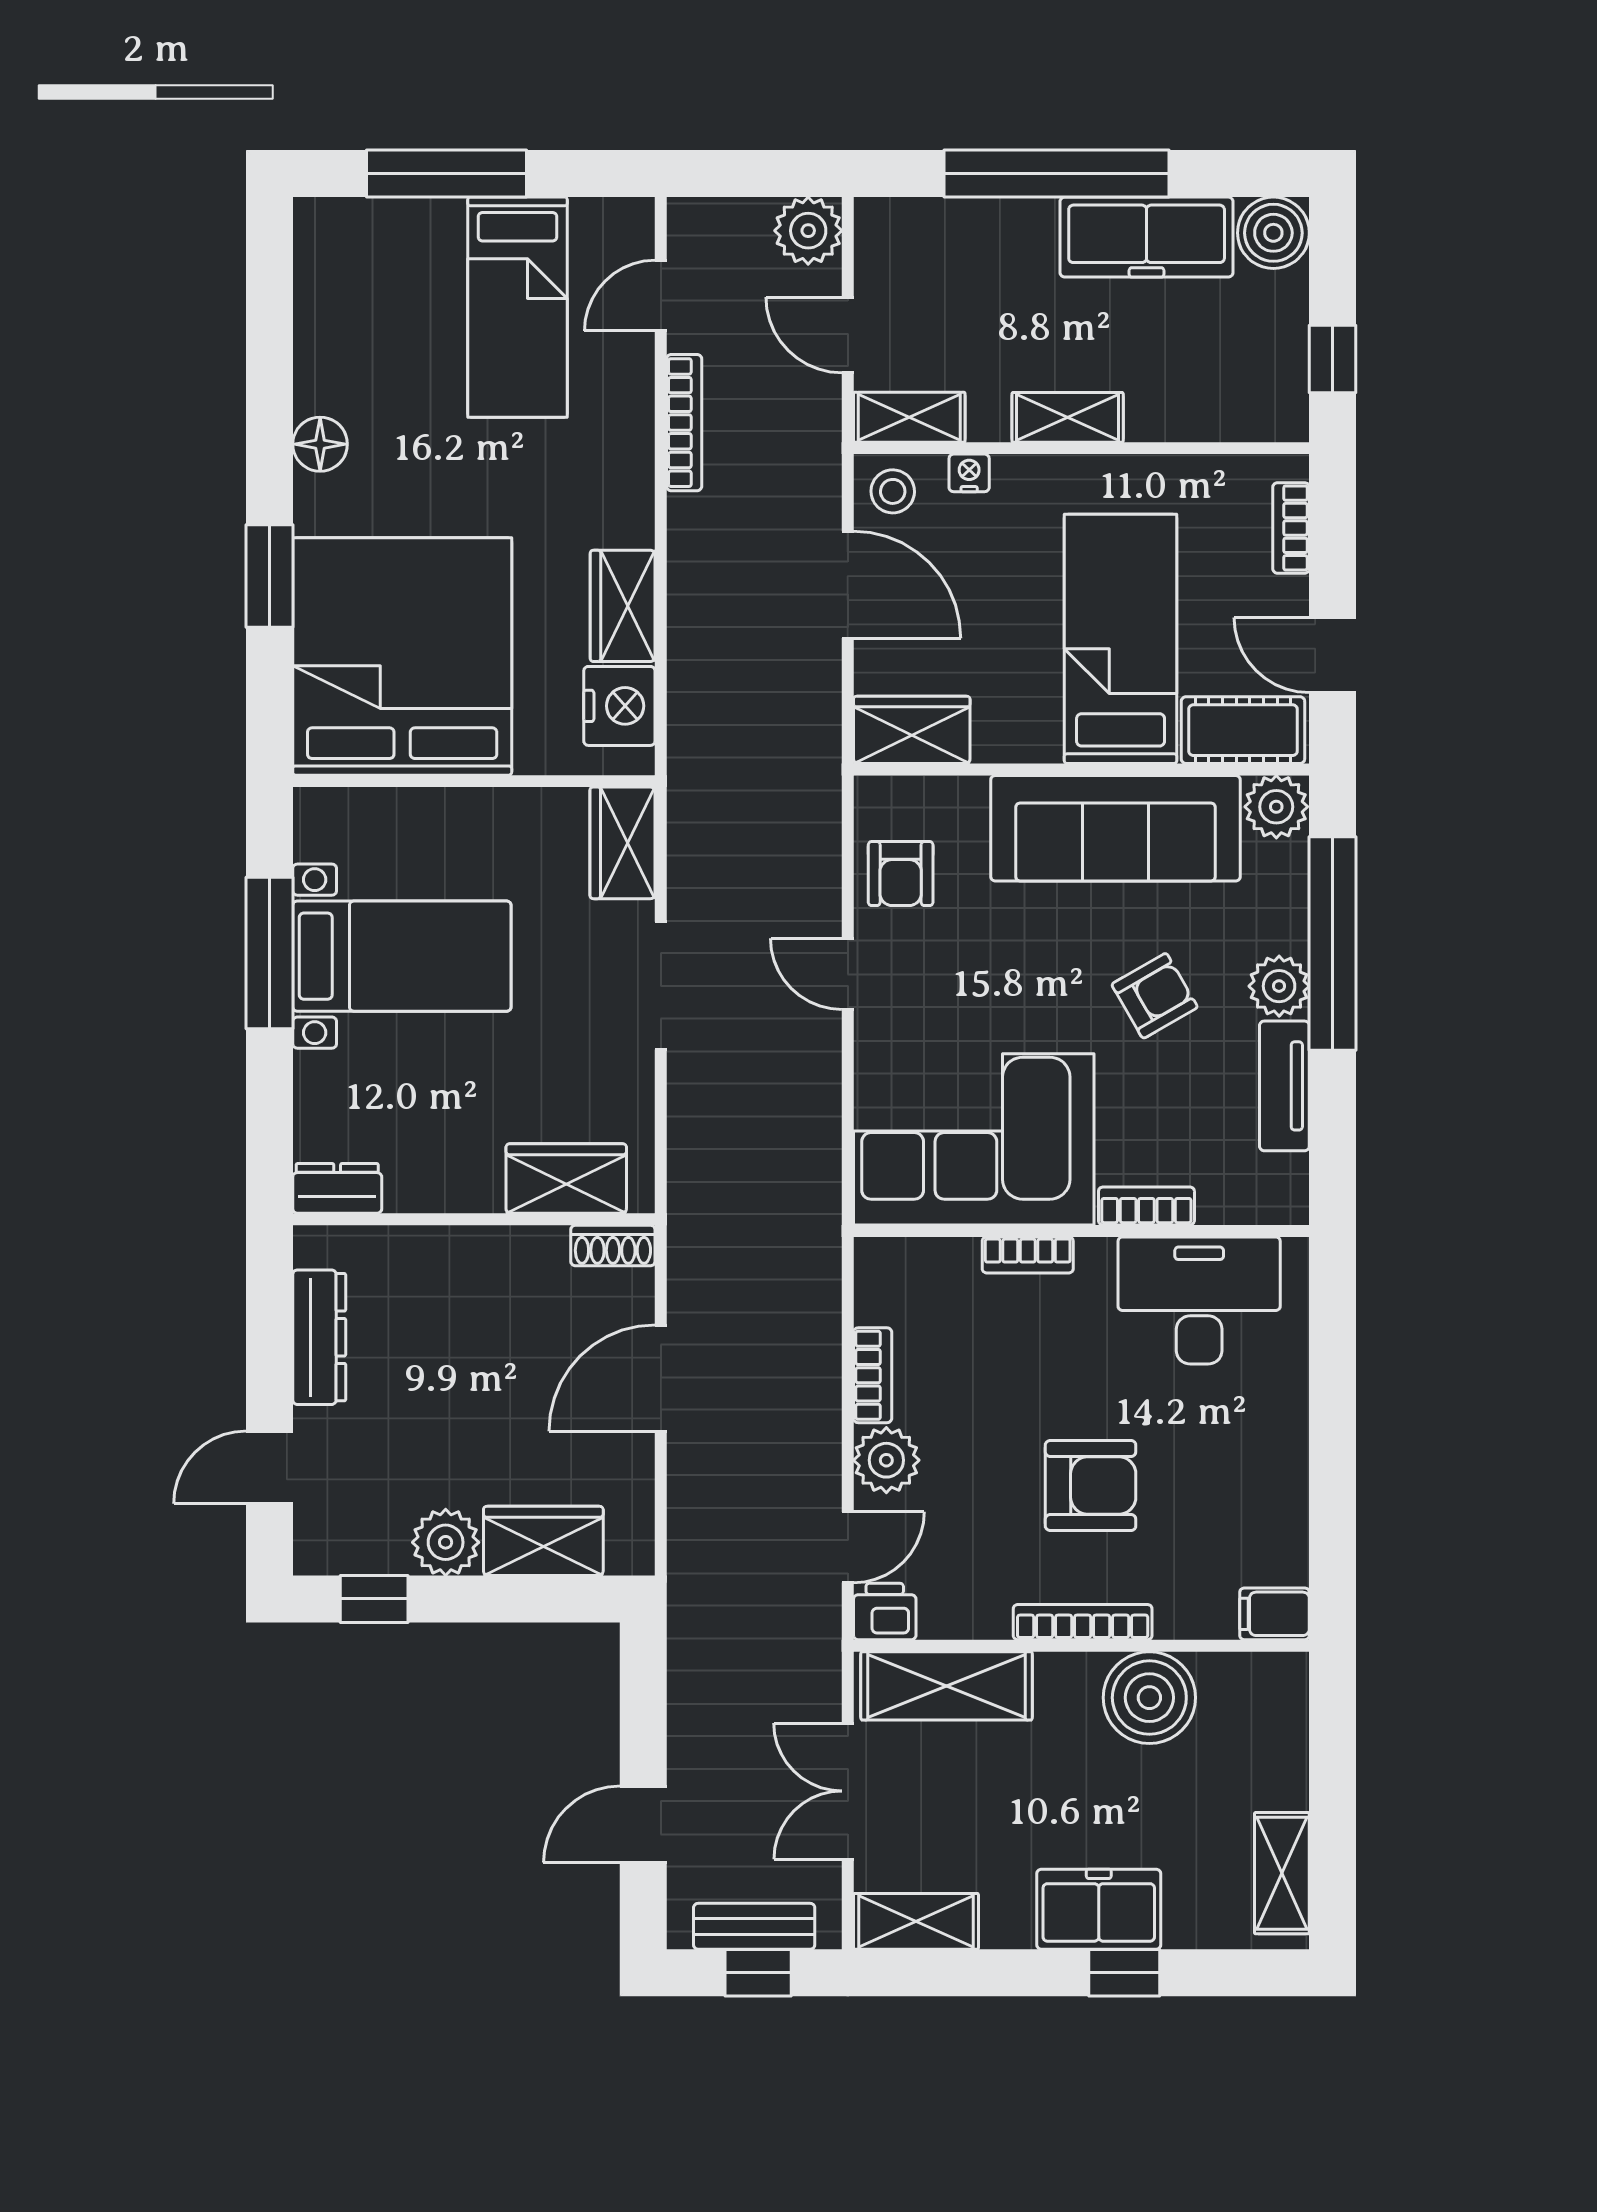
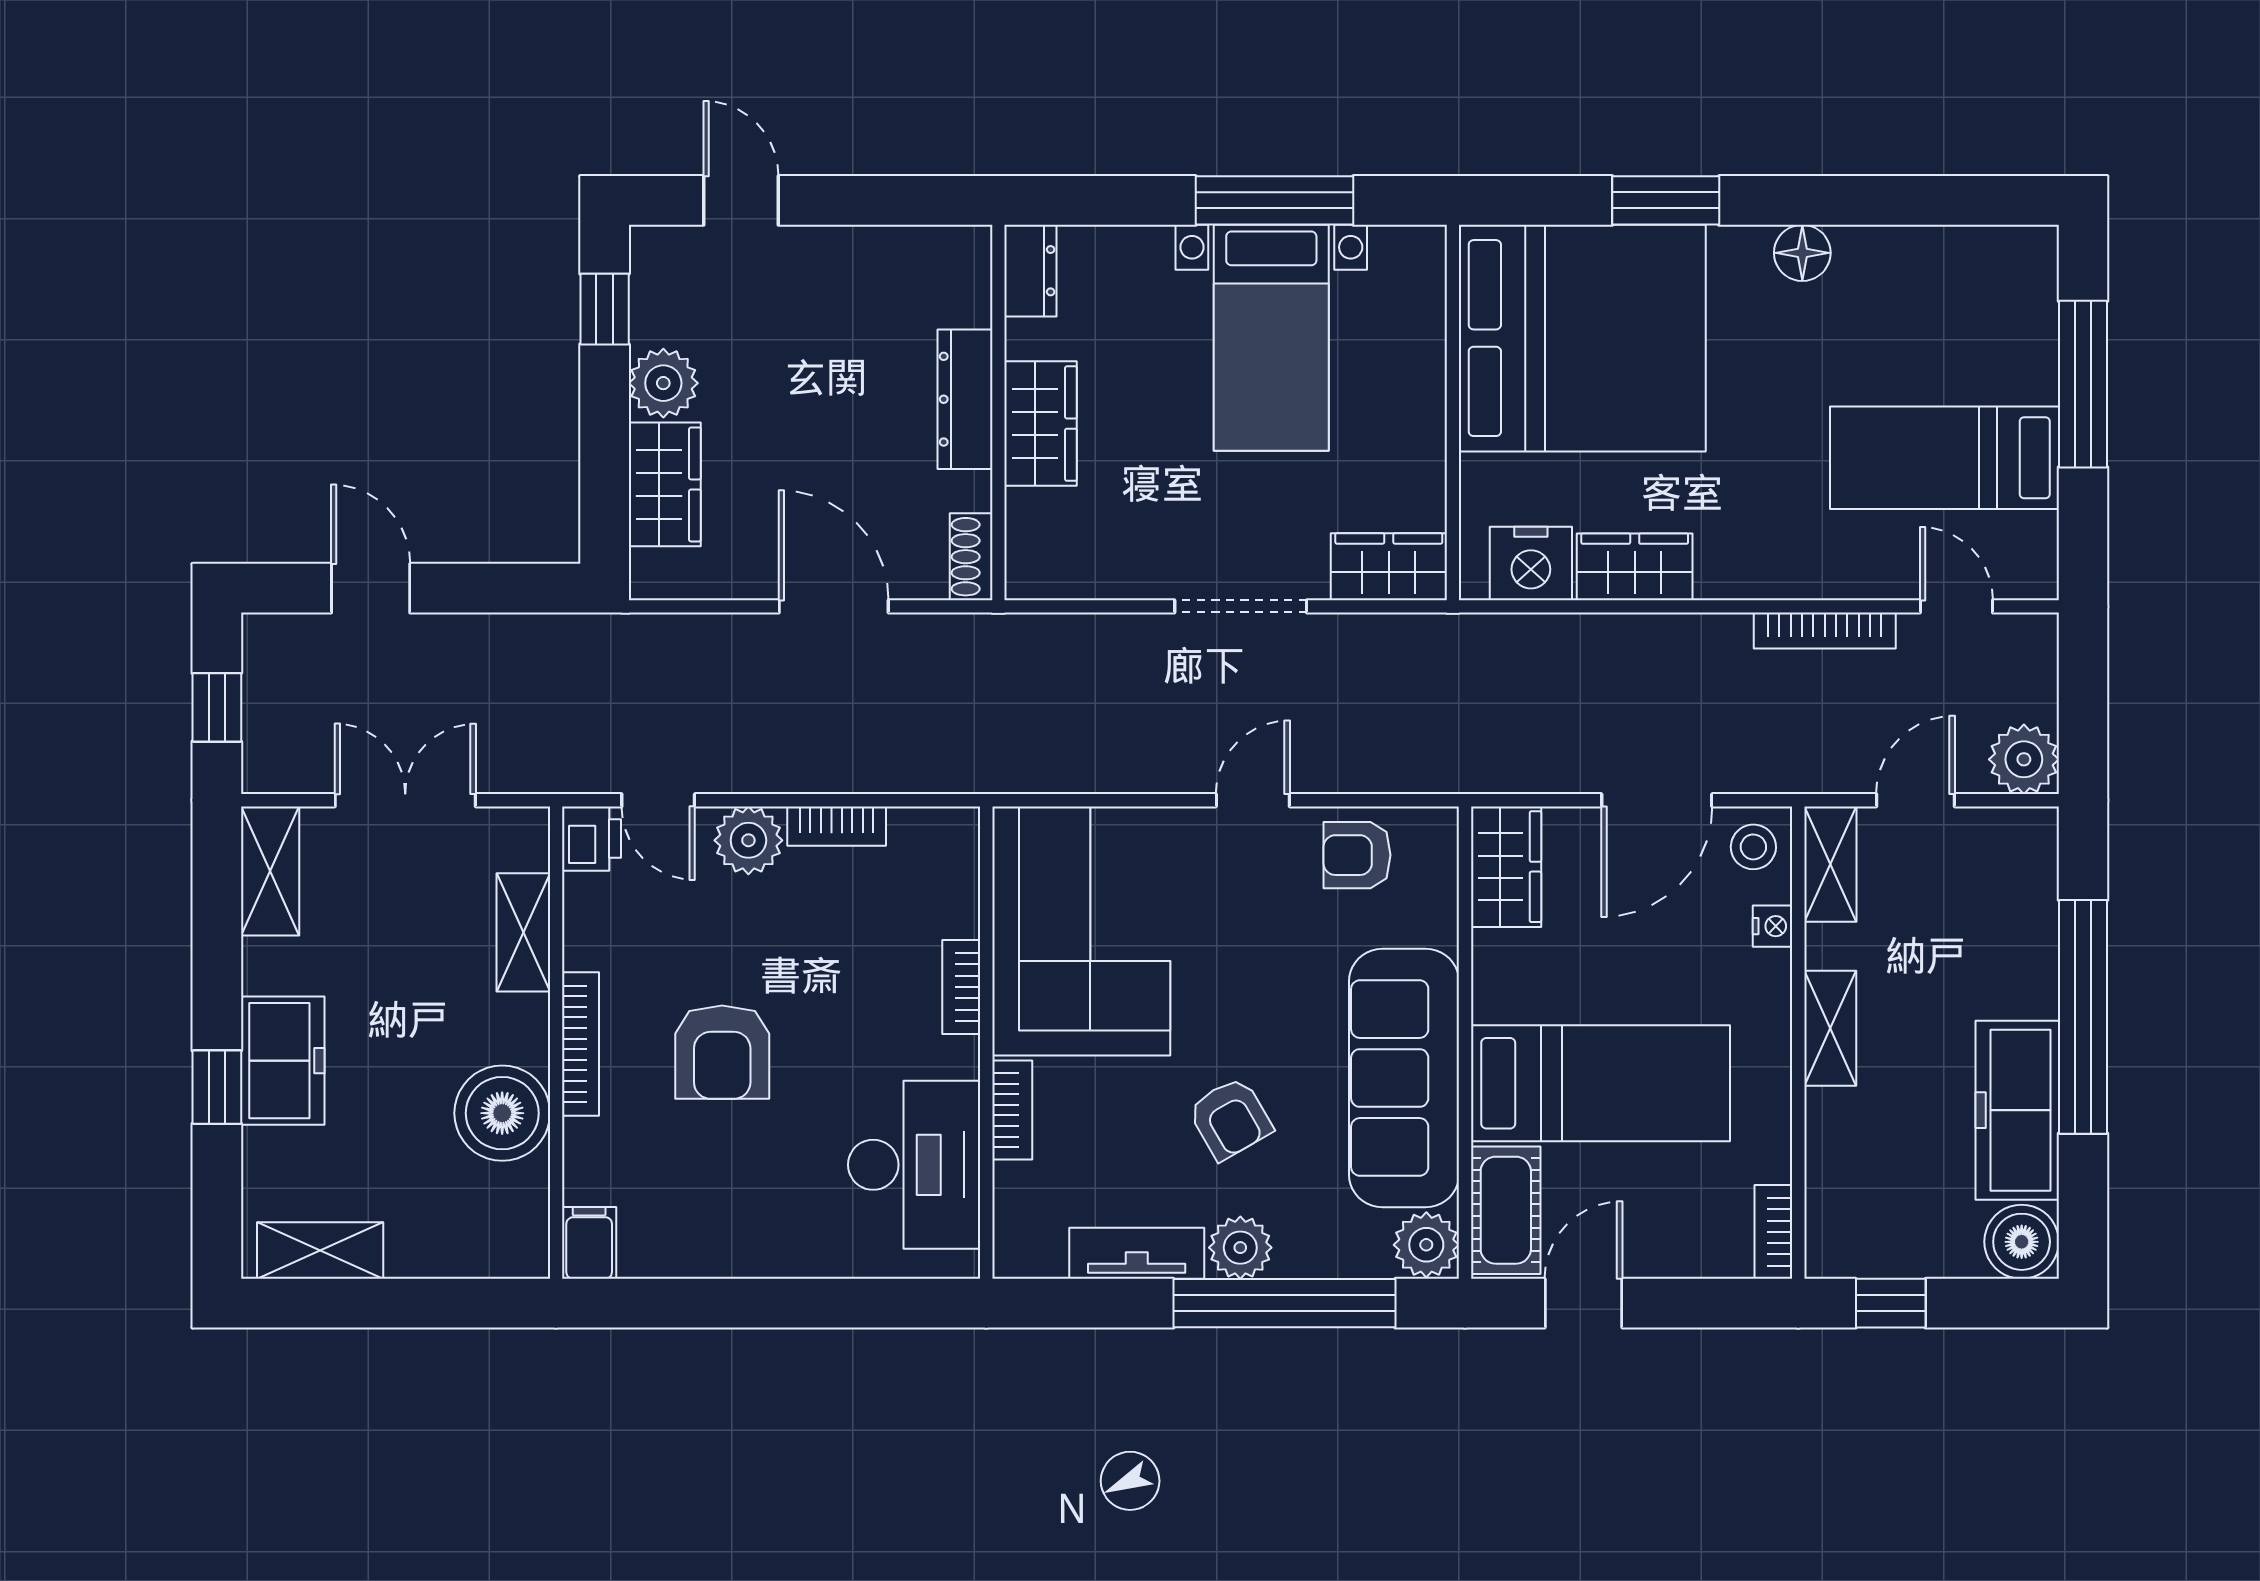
bookcase: (1291, 528) -> (1773, 1232), moved, turned -90
wardrobe: (566, 1179) -> (1041, 424), moved
dresser: (319, 1337) -> (965, 399), moved, turned 90
shelving: (947, 1686) -> (523, 932), width x0.67, depth x0.75
bench: (754, 1926) -> (265, 703), removed

